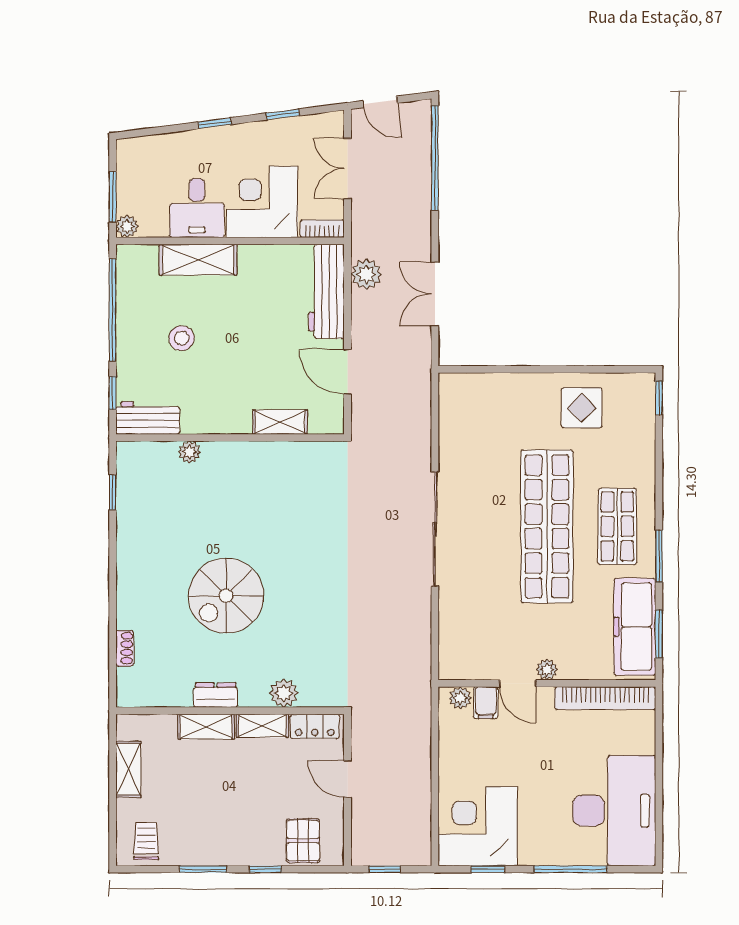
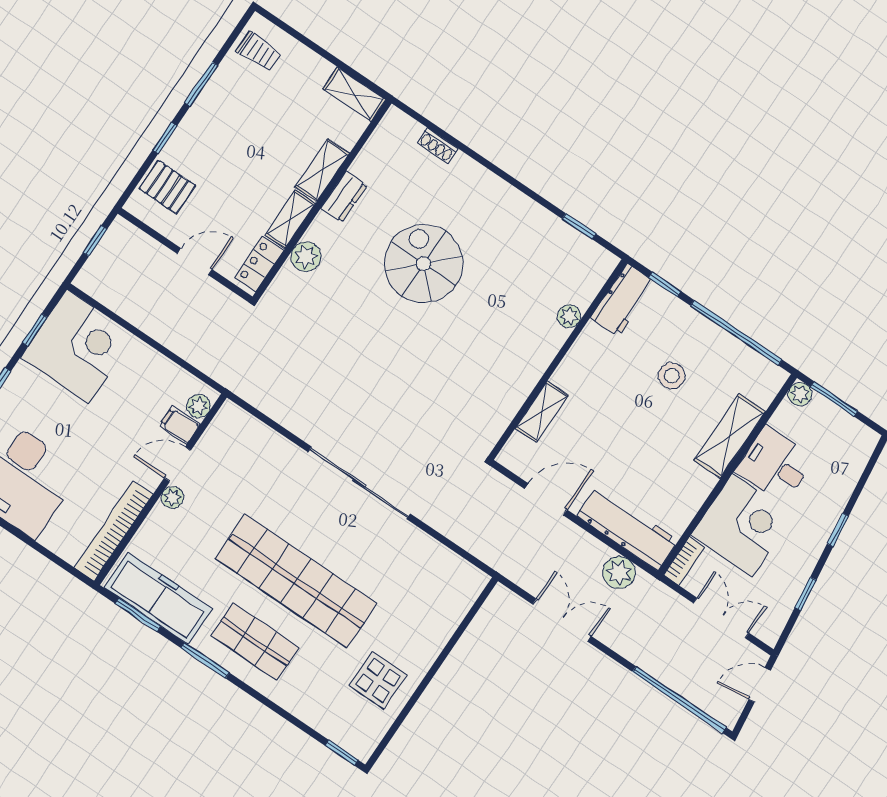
shelving: (128, 769) -> (354, 94), moved

